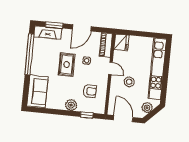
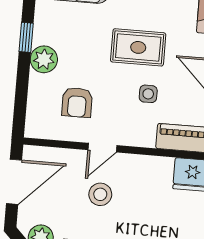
door: (110, 68) -> (102, 148), moved
window: (87, 115) -> (26, 37), moved

